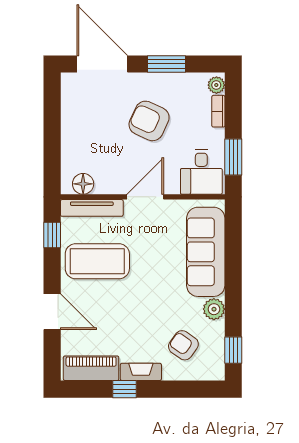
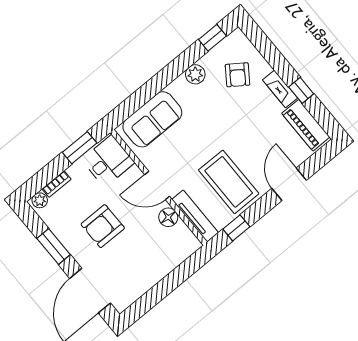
armchair: (149, 121) -> (103, 226), turned 65
floor lamp: (83, 184) -> (168, 217), moved
sofa: (206, 252) -> (152, 119), width x0.73

